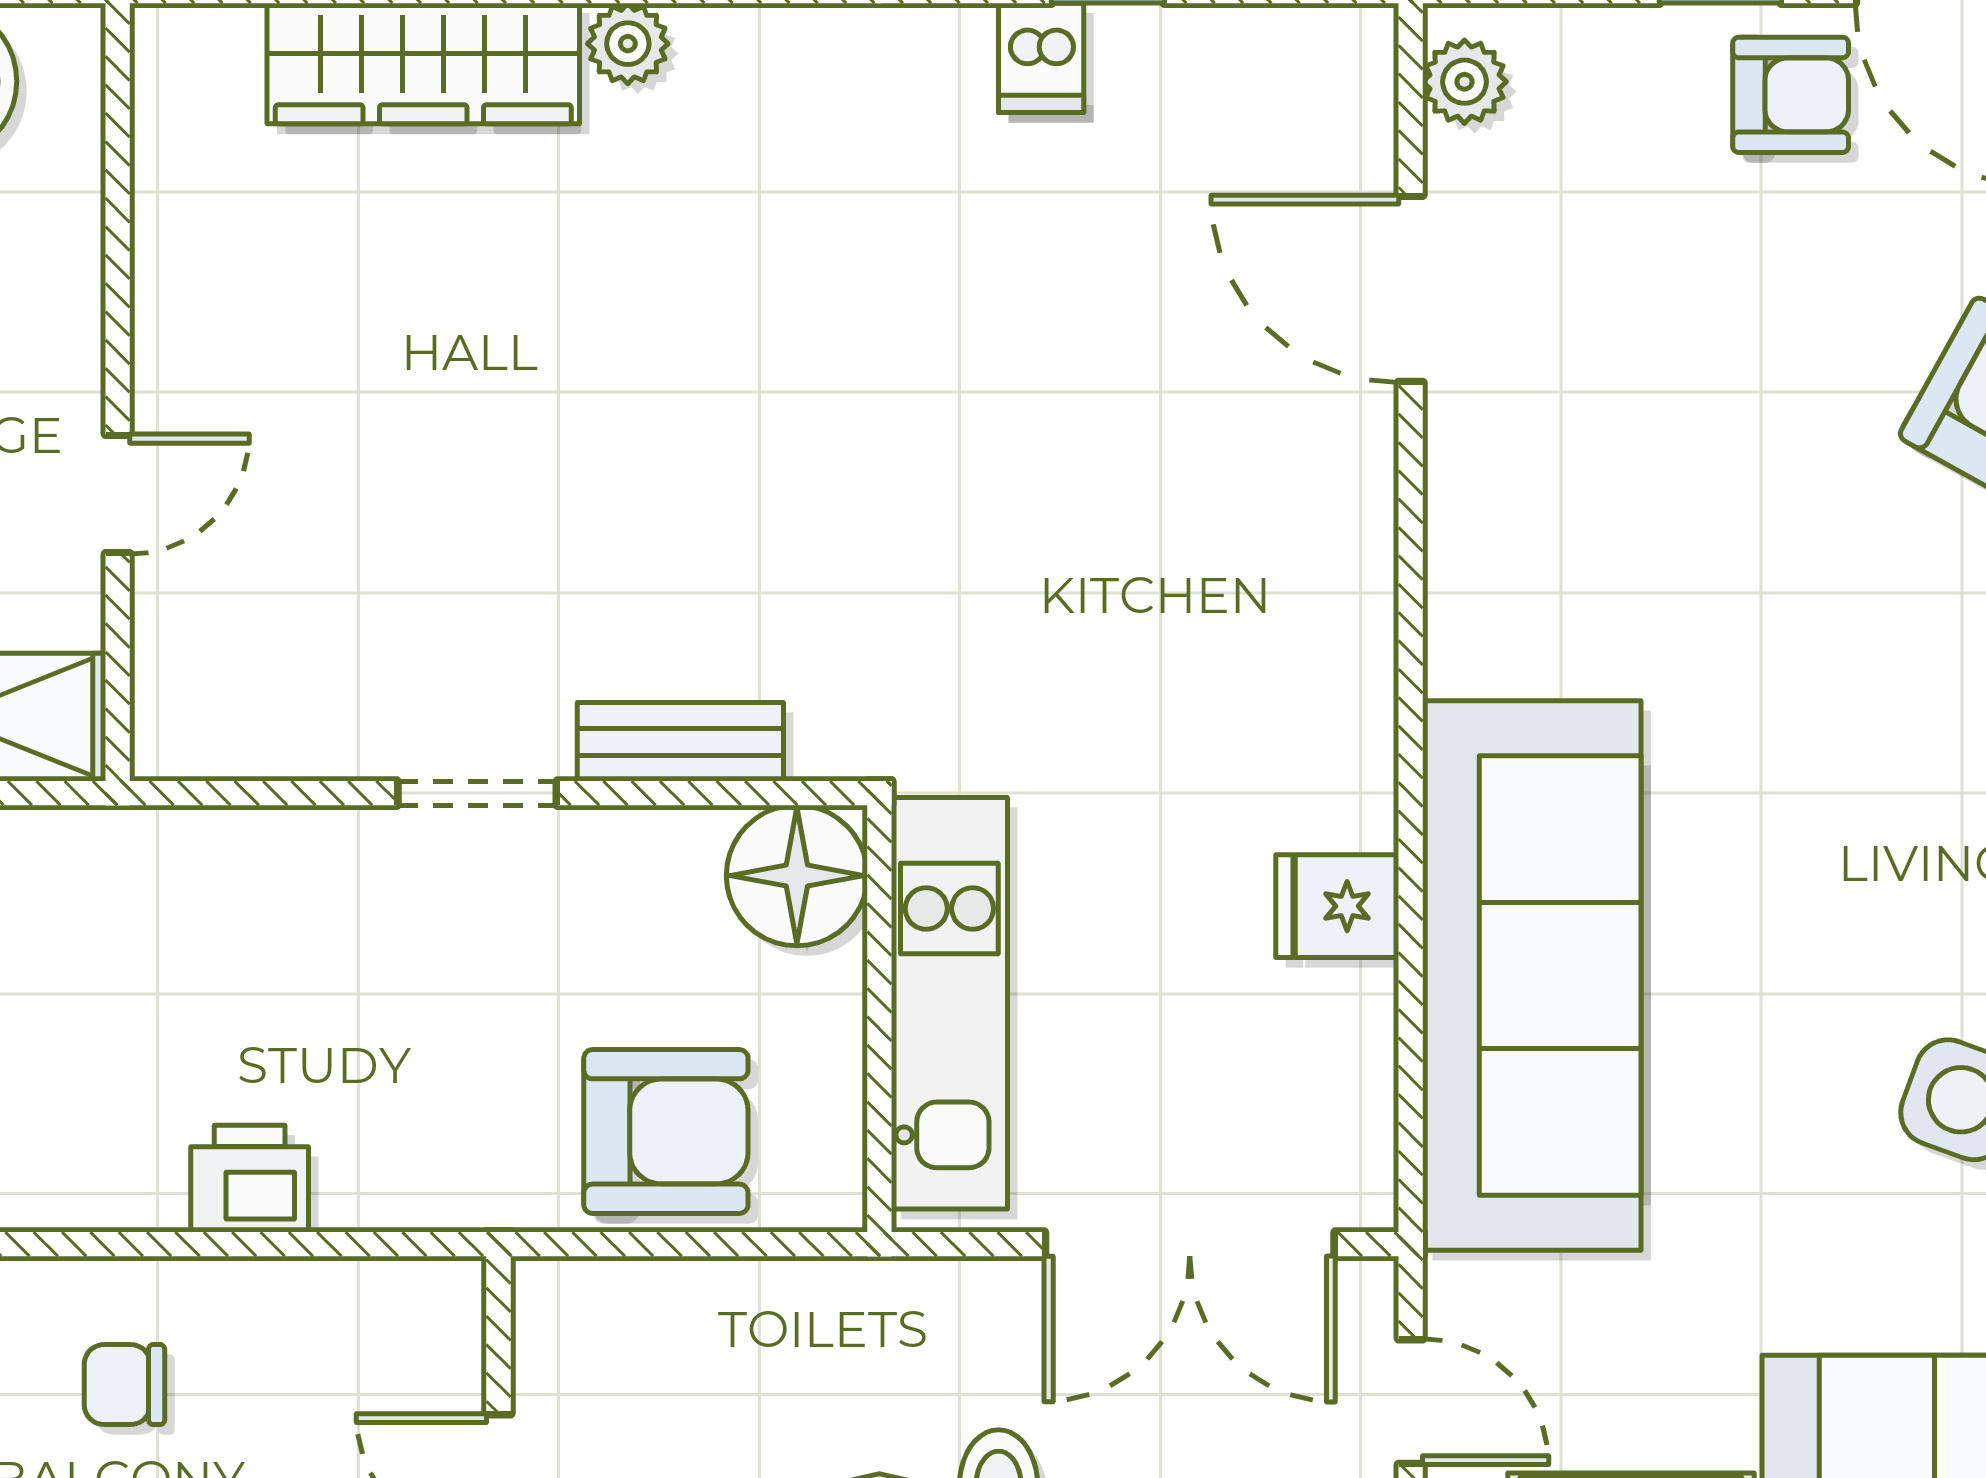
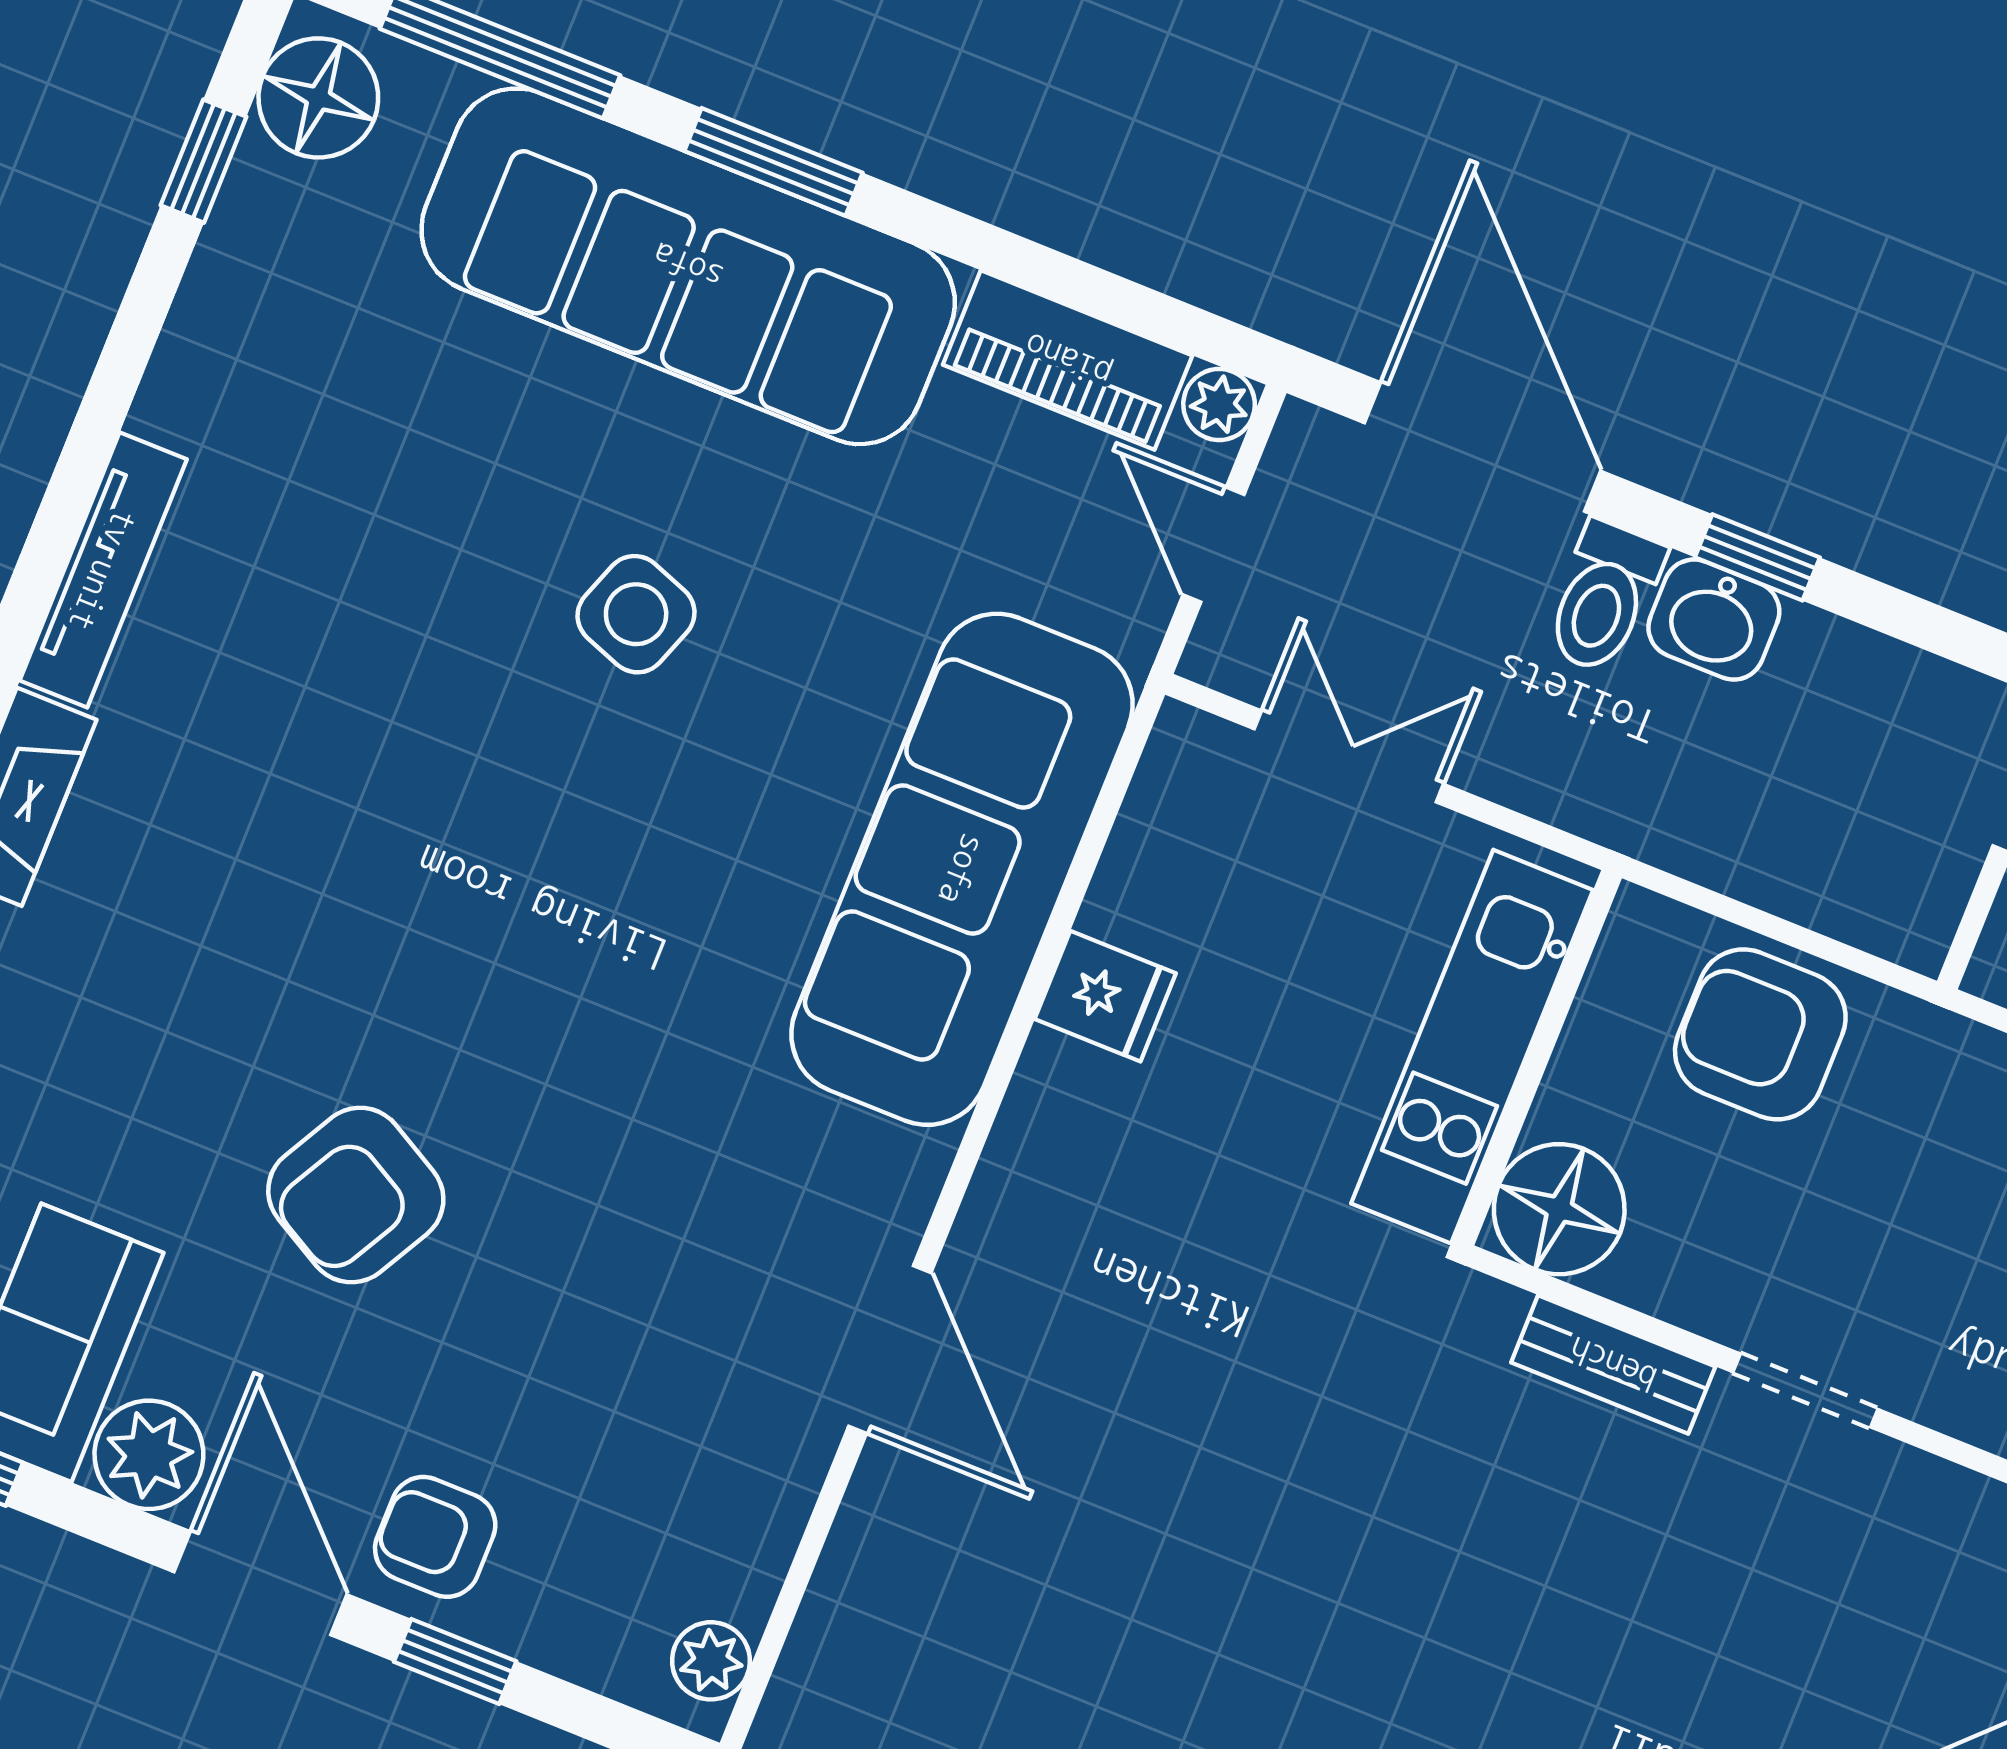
door: (1411, 289) -> (890, 1349), moved
double door: (1190, 1244) -> (1349, 757), width x0.73

